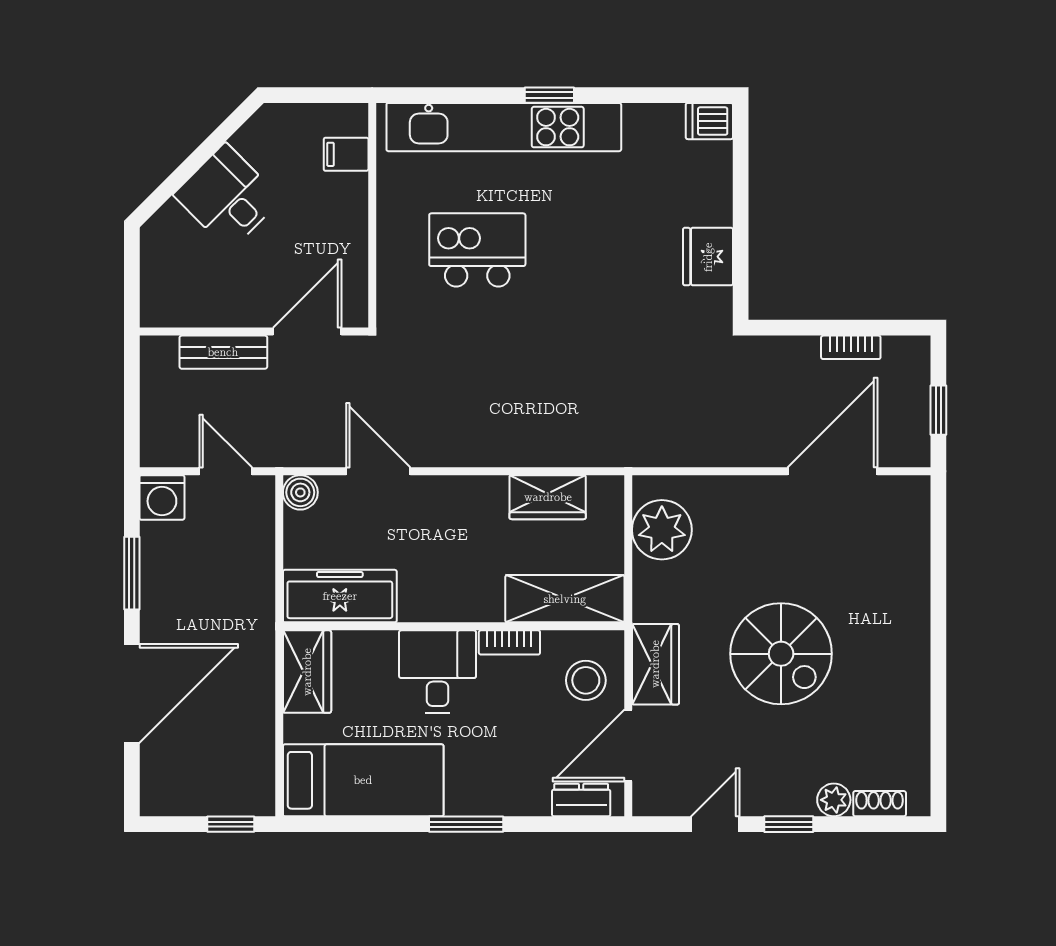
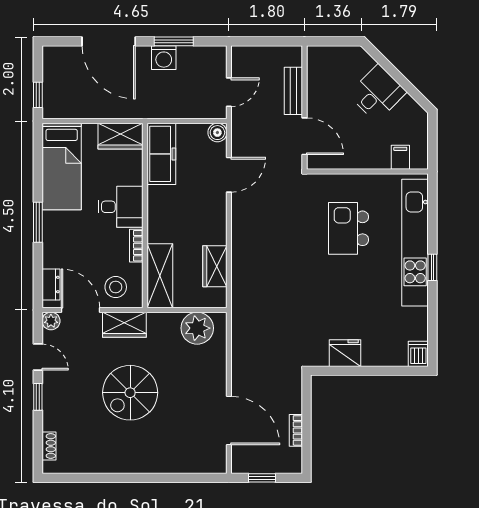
kitchen island: (477, 250) -> (349, 228), turned 180
washing machine: (162, 497) -> (164, 58), moved, turned -90
plant: (834, 800) -> (51, 321), moved

